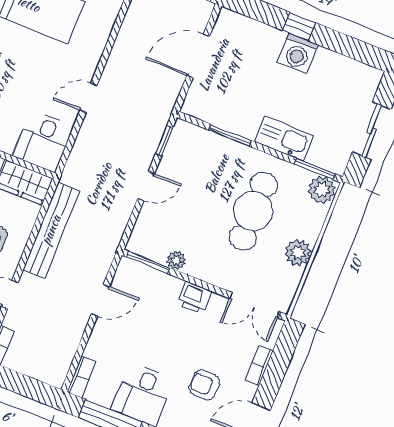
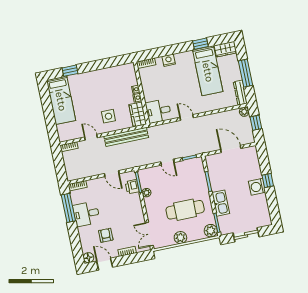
printer: (194, 298) -> (132, 187), moved

